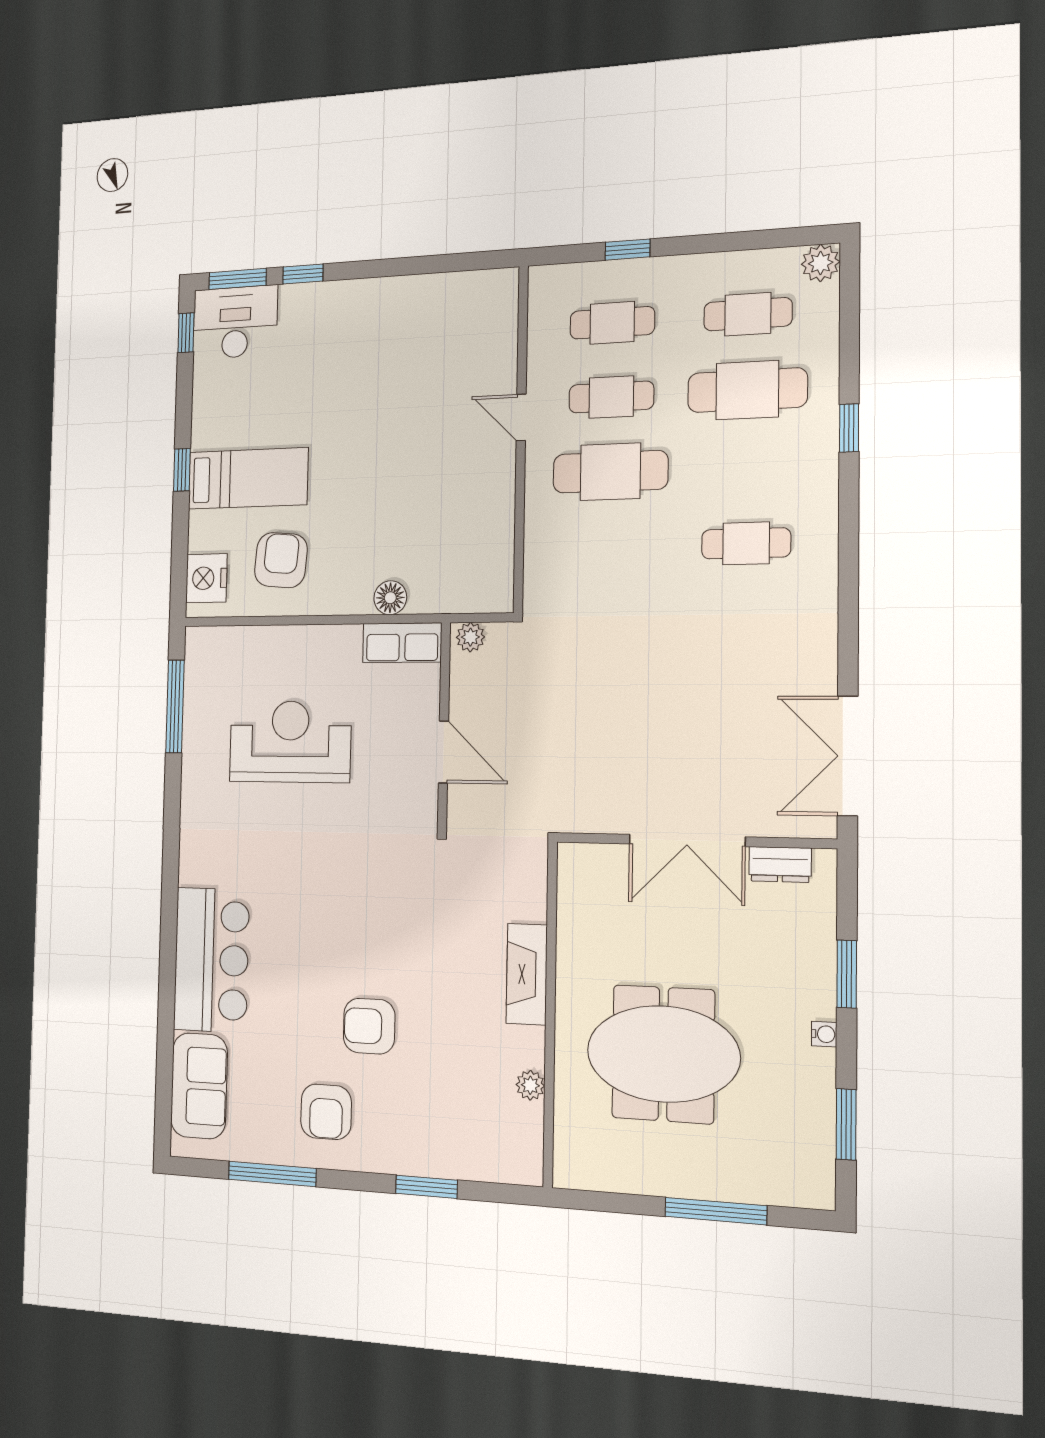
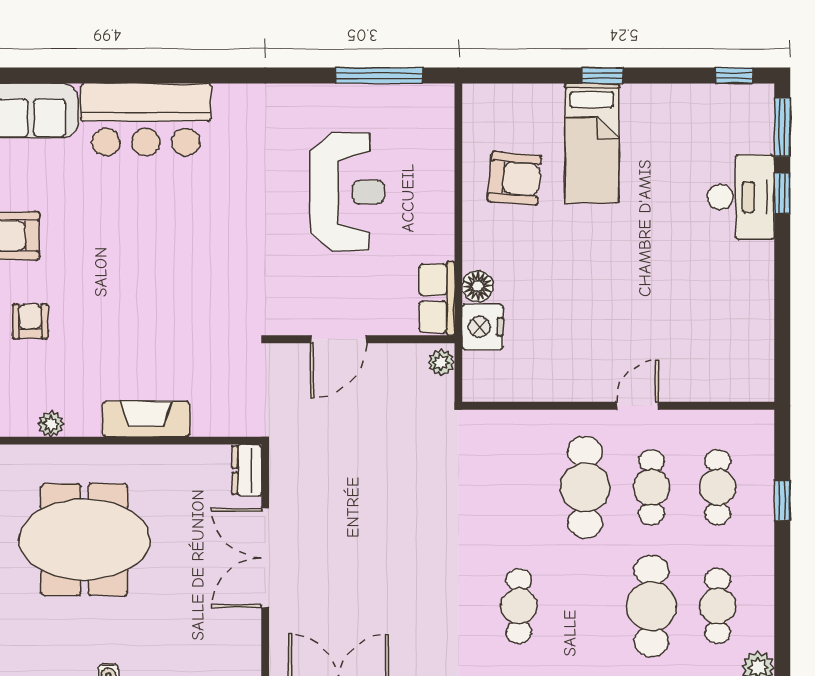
desk: (235, 322) -> (741, 197), moved
nightstand: (206, 578) -> (483, 327), moved, turned -90
dresser: (780, 864) -> (247, 470), moved
armchair: (369, 1026) -> (30, 321), moved, width x0.72, depth x0.72
meeting table: (663, 1054) -> (84, 540), turned 90

